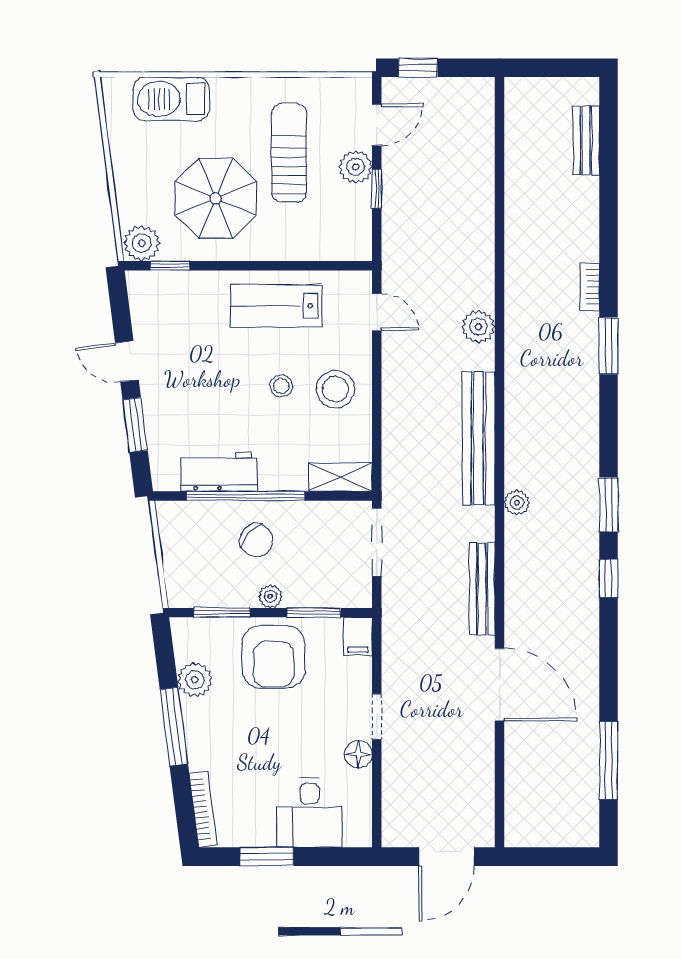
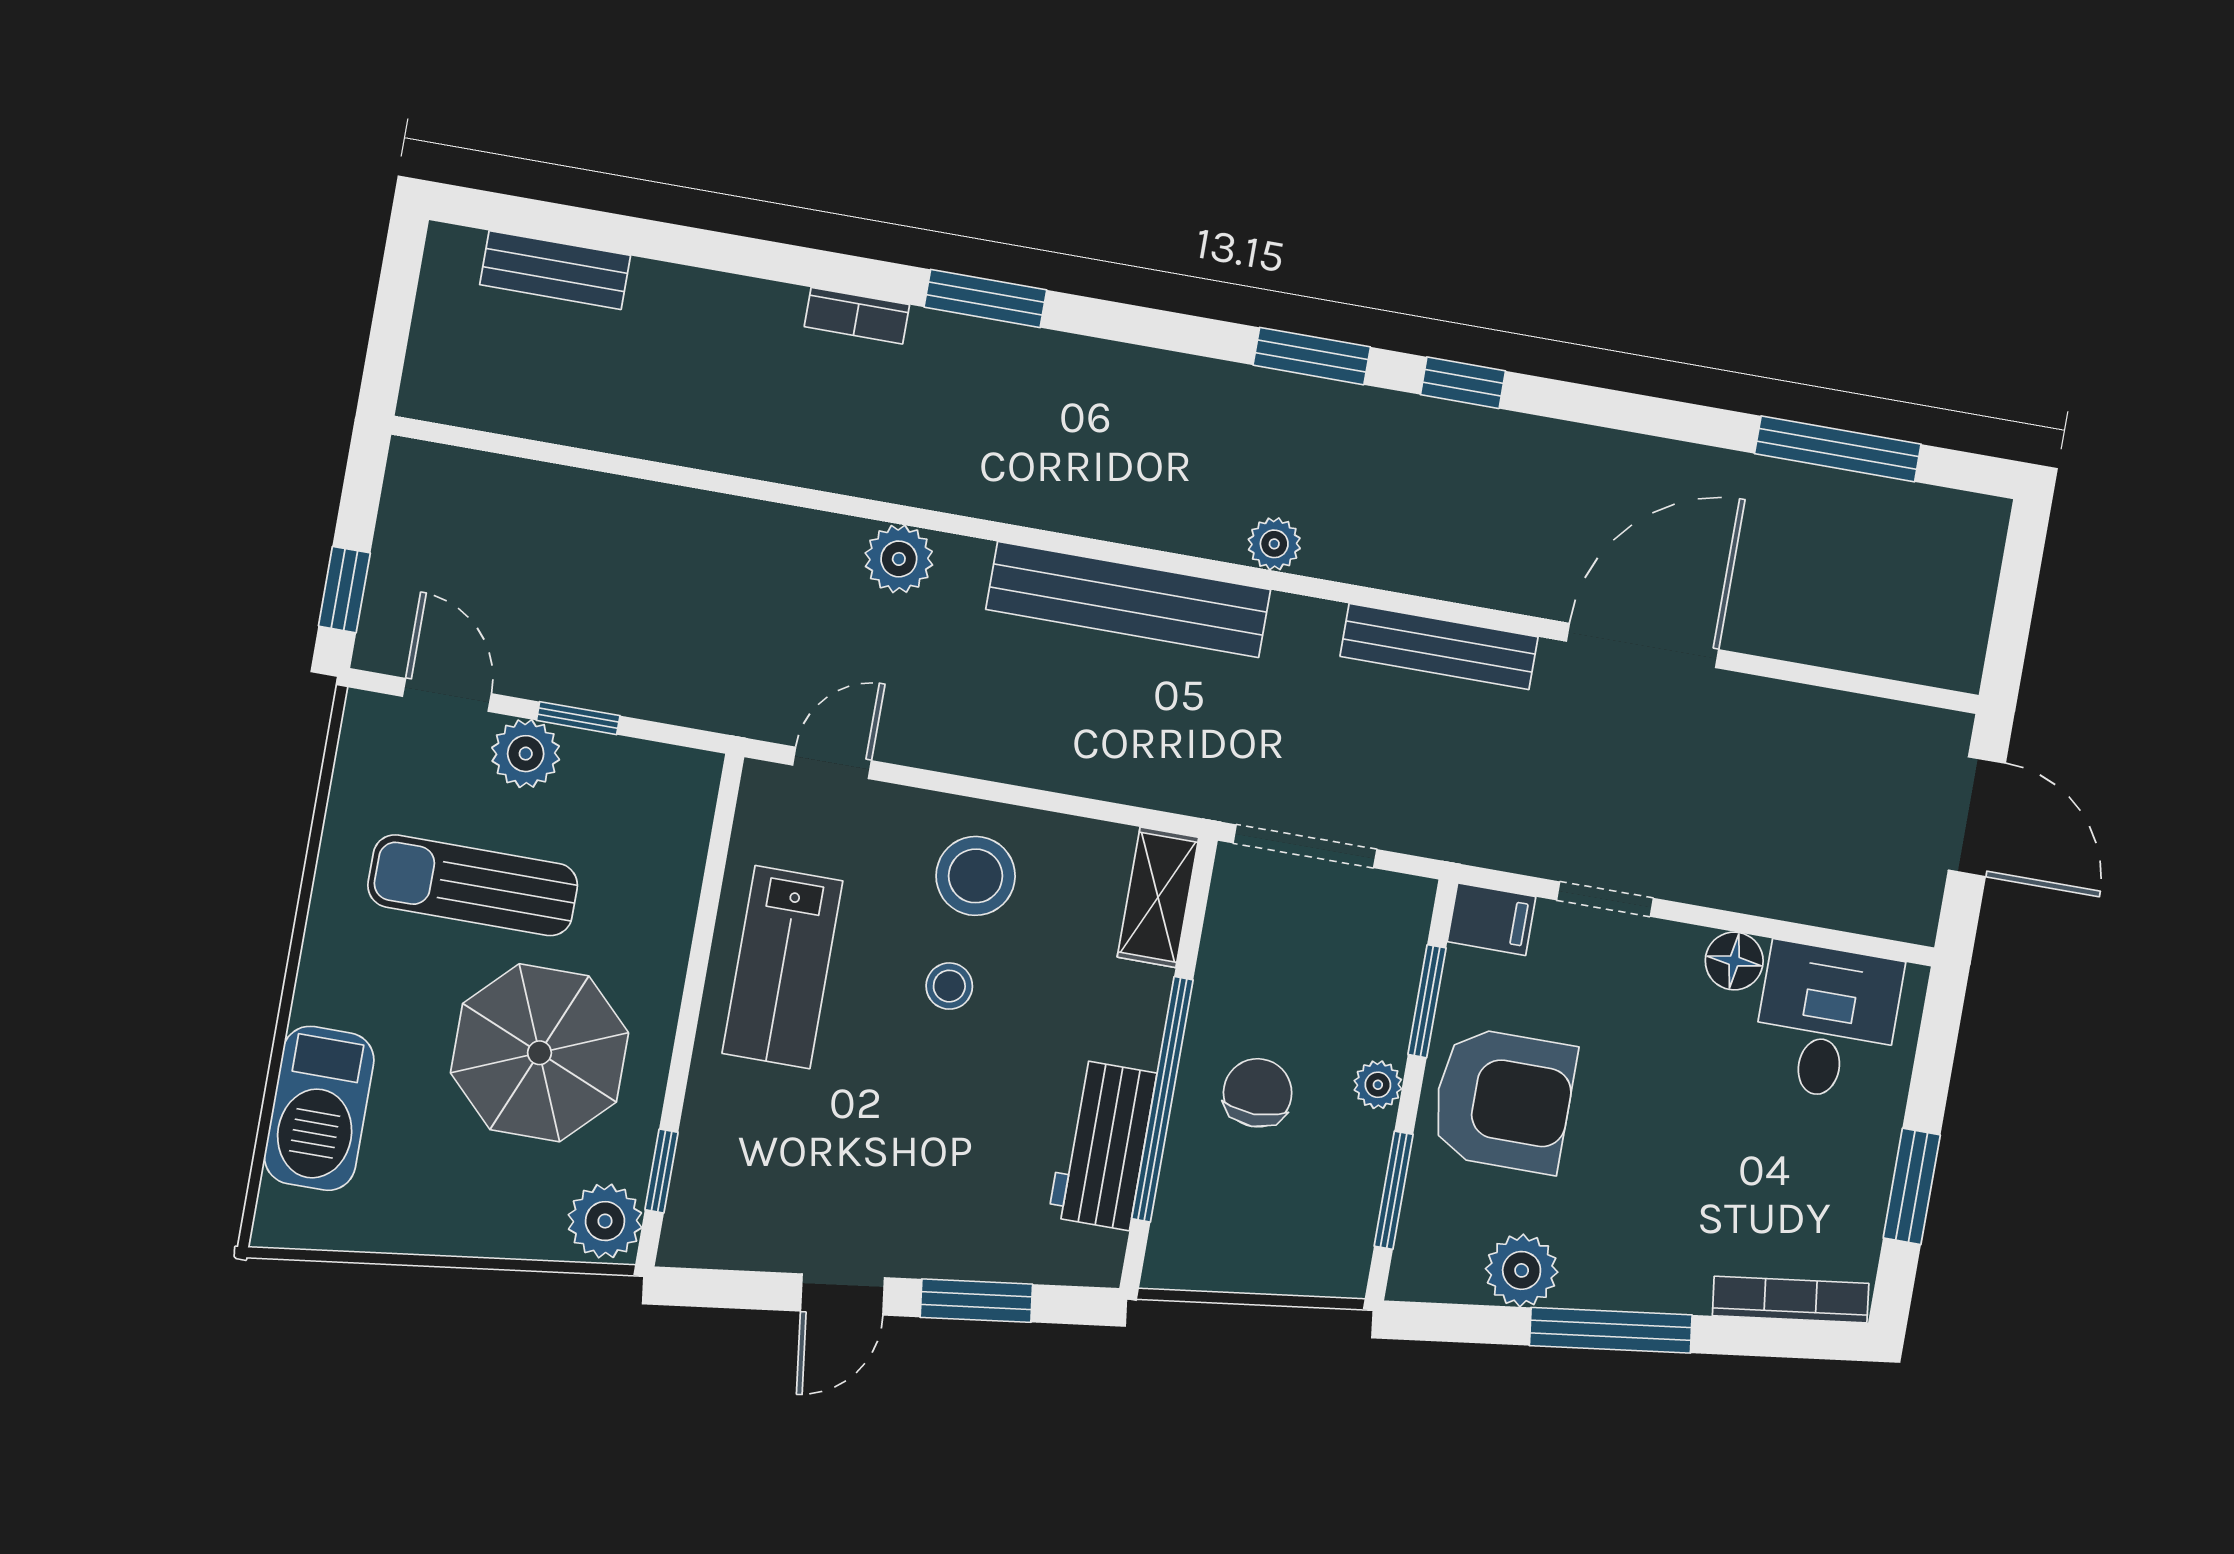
chair: (256, 540) -> (1258, 1093), turned -42
doorway: (377, 717) -> (1605, 899), moved
desk: (310, 812) -> (1827, 1022), moved, turned -90

